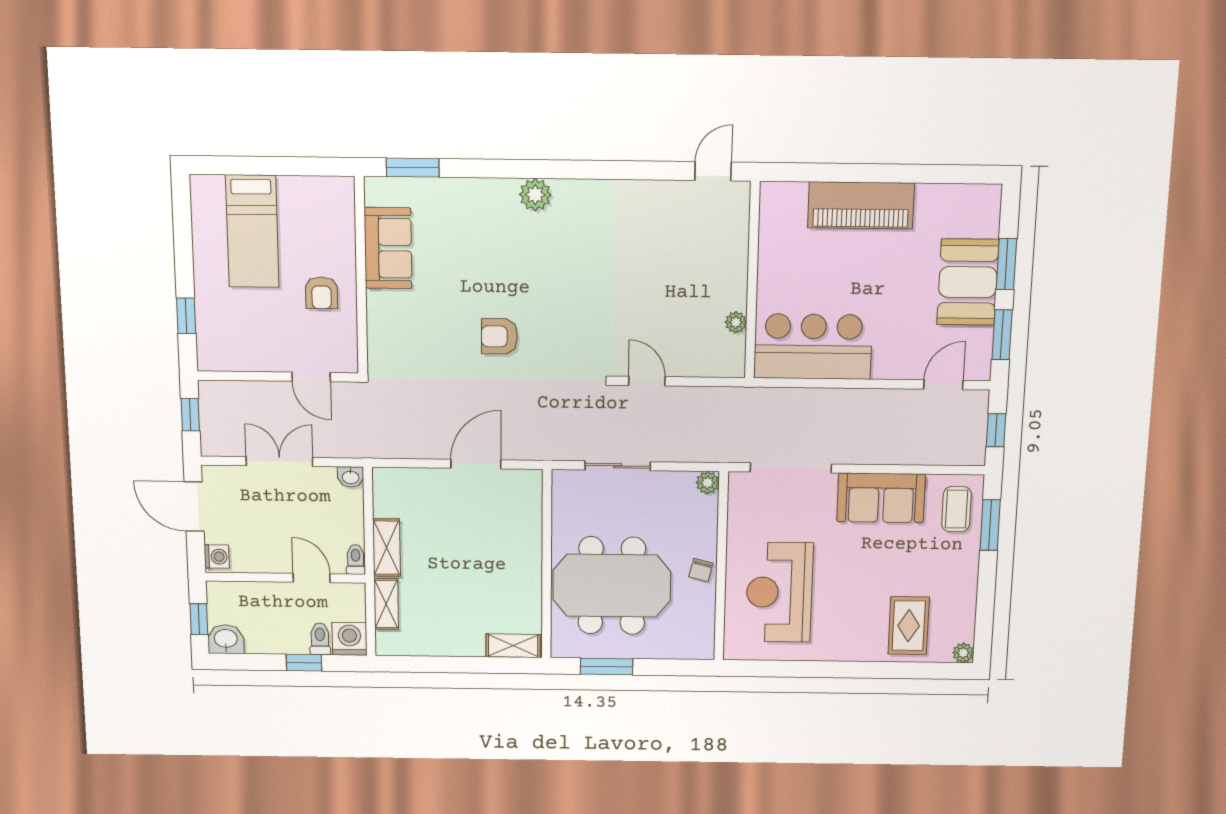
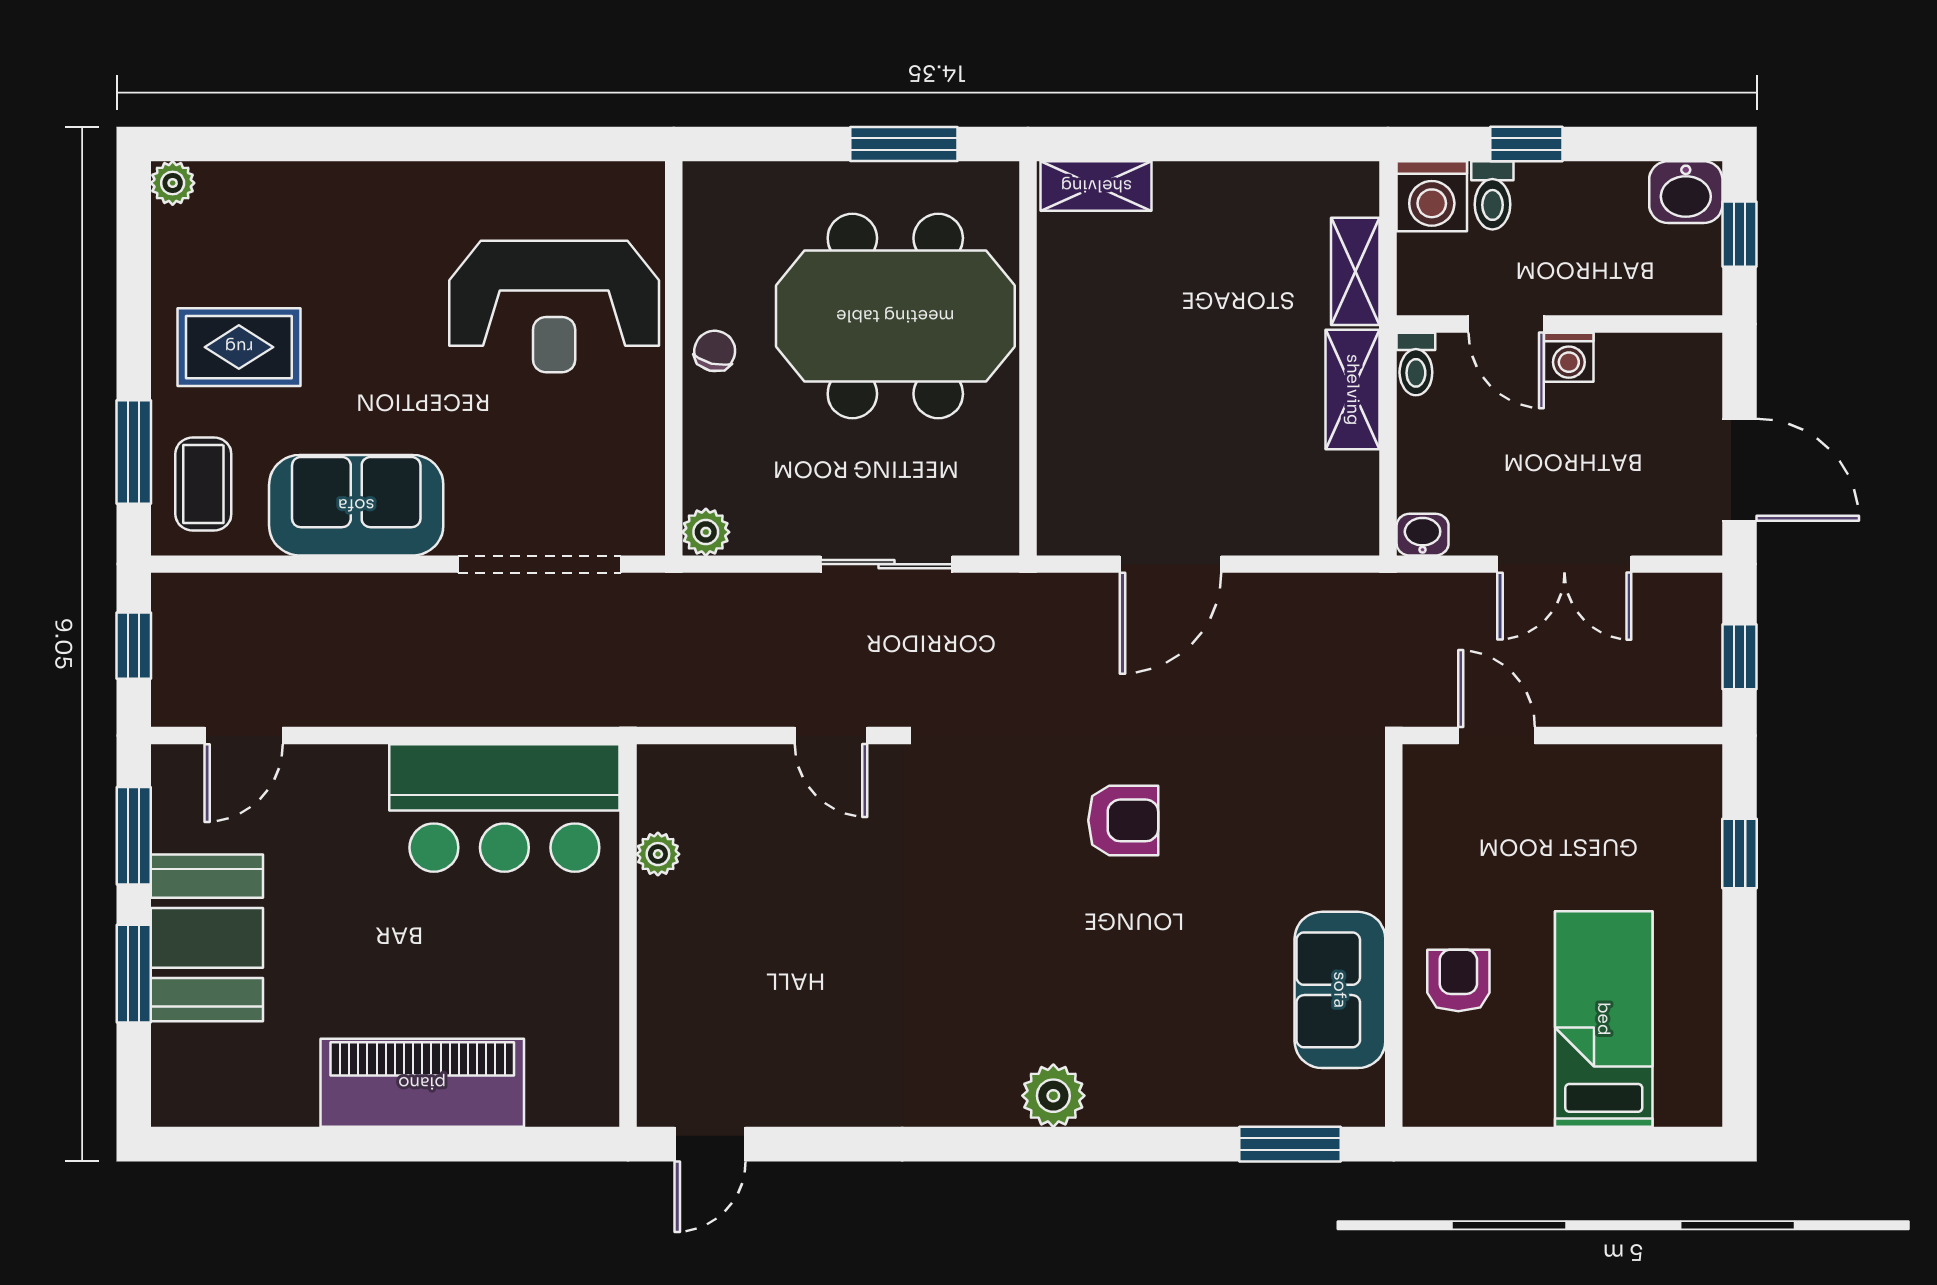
armchair: (321, 293) -> (1458, 980), moved
washing machine: (217, 557) -> (1569, 357), moved, turned -90
reception desk: (779, 592) -> (554, 306), turned 90
rug: (909, 626) -> (239, 347), moved, turned 90

